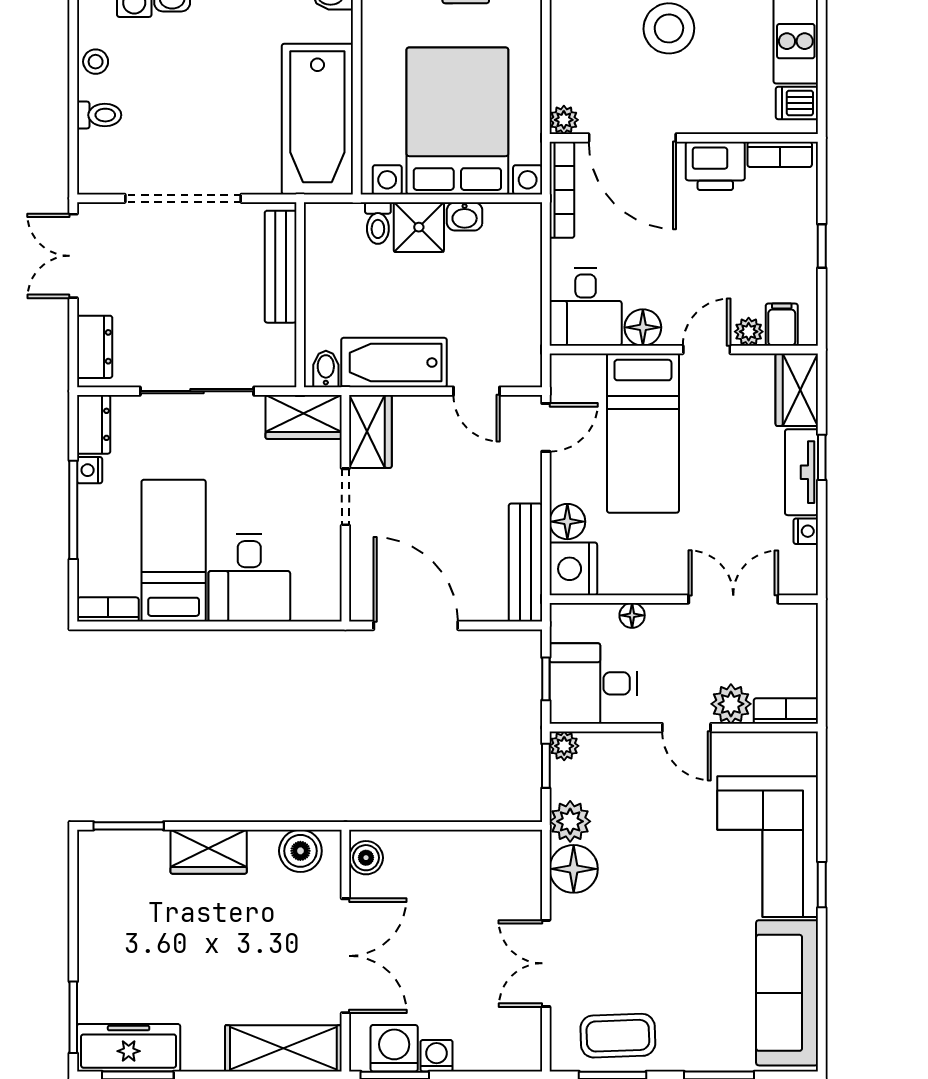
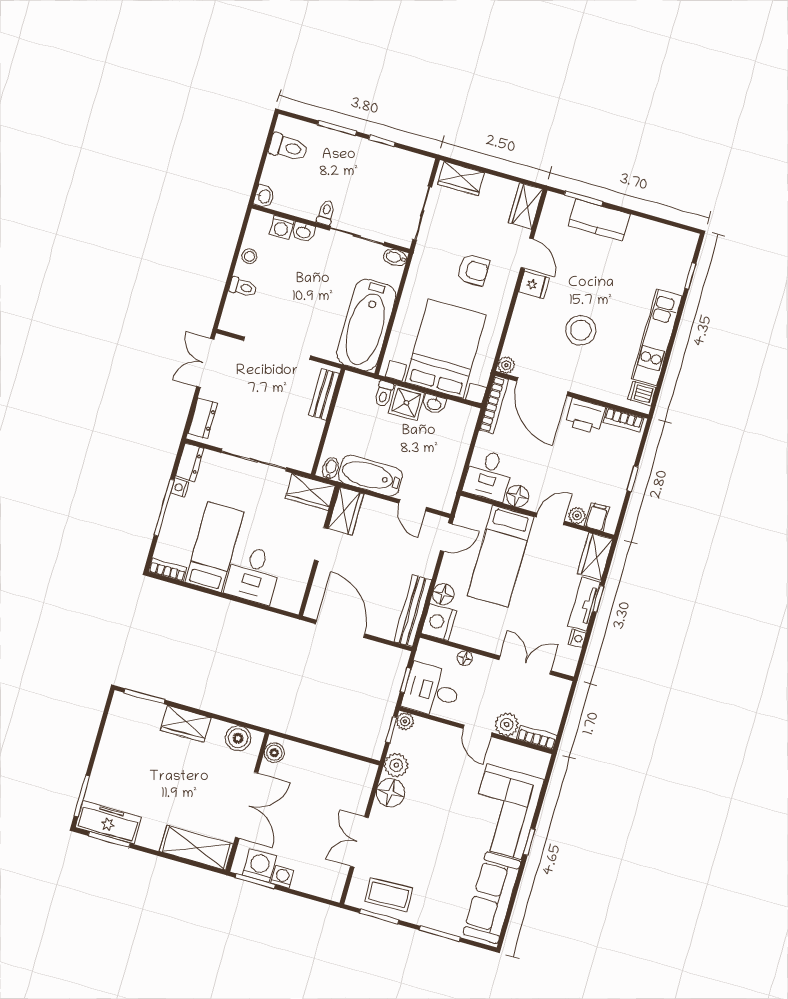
bench: (281, 267) -> (324, 394), width x0.73

